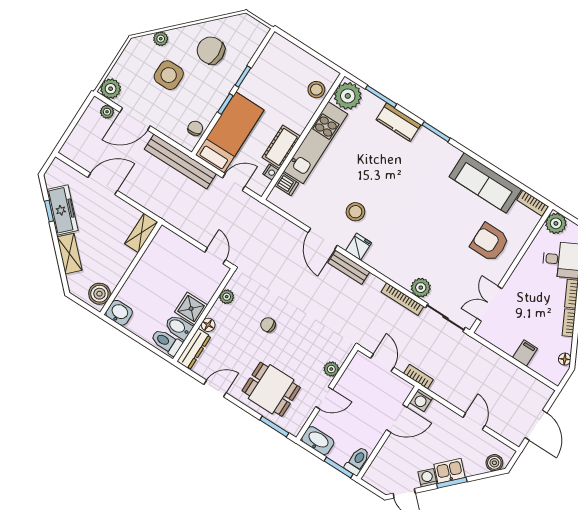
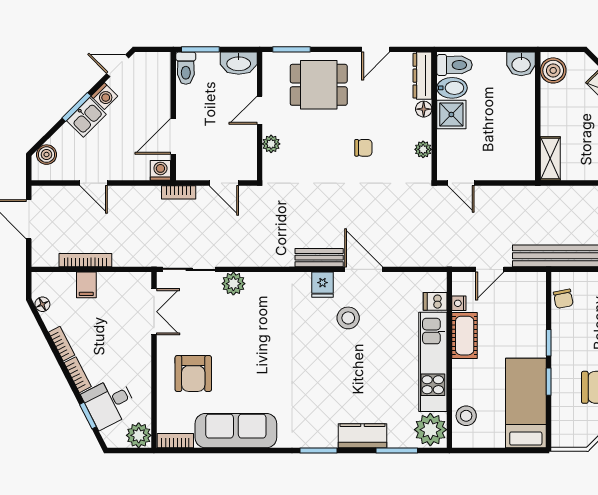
bed: (230, 132) -> (526, 403), moved, turned 180
armchair: (490, 242) -> (193, 374), turned 90
bookcase: (402, 299) -> (85, 260), moved

